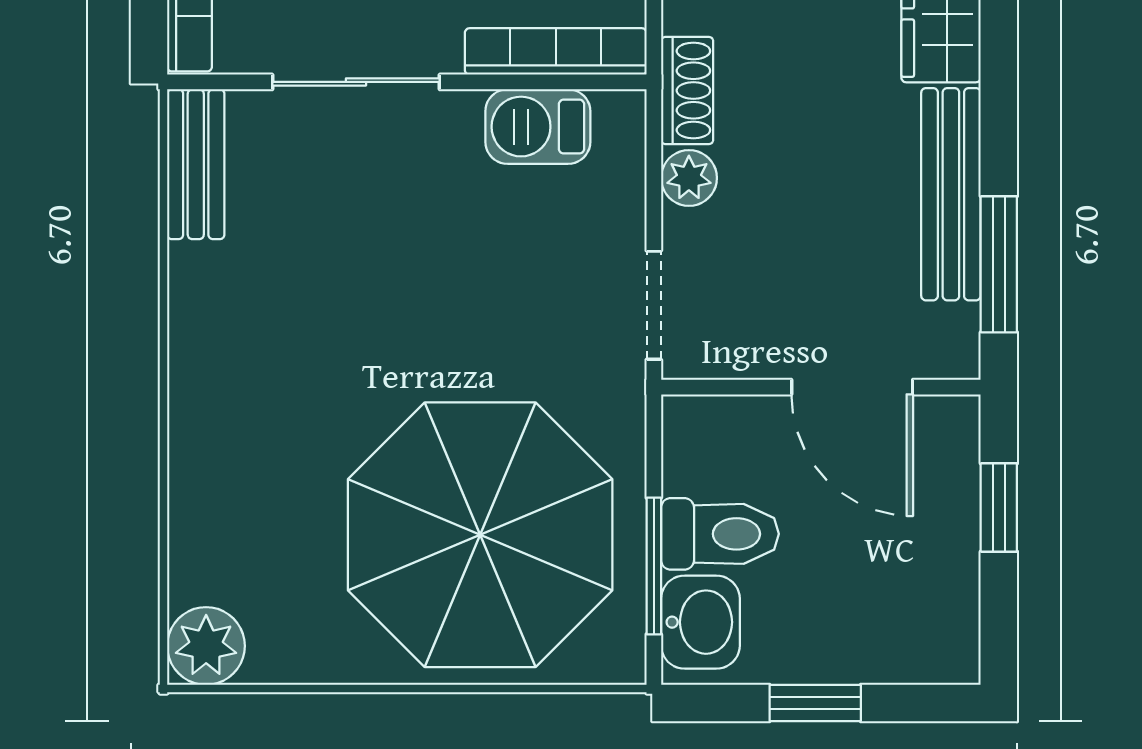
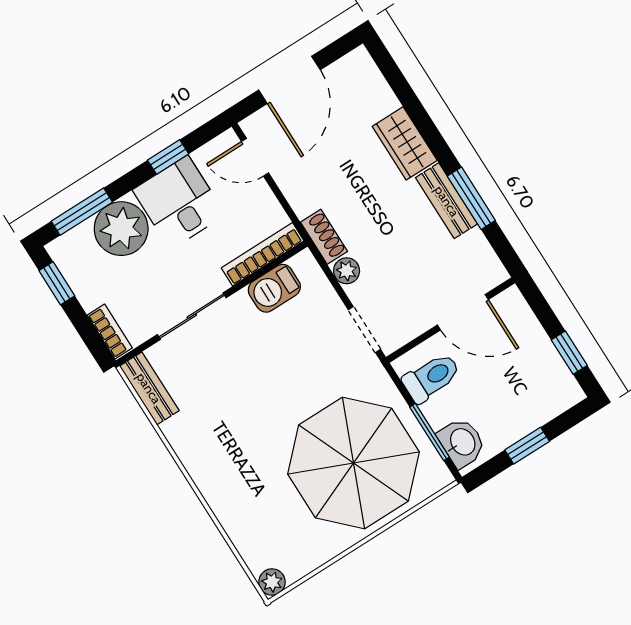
bench: (951, 194) -> (447, 201), width x0.73
window: (999, 264) -> (471, 198), moved
window: (999, 507) -> (569, 353), moved
toilet: (720, 534) -> (431, 378), moved
plant: (206, 646) -> (272, 582), width x0.73, depth x0.73

